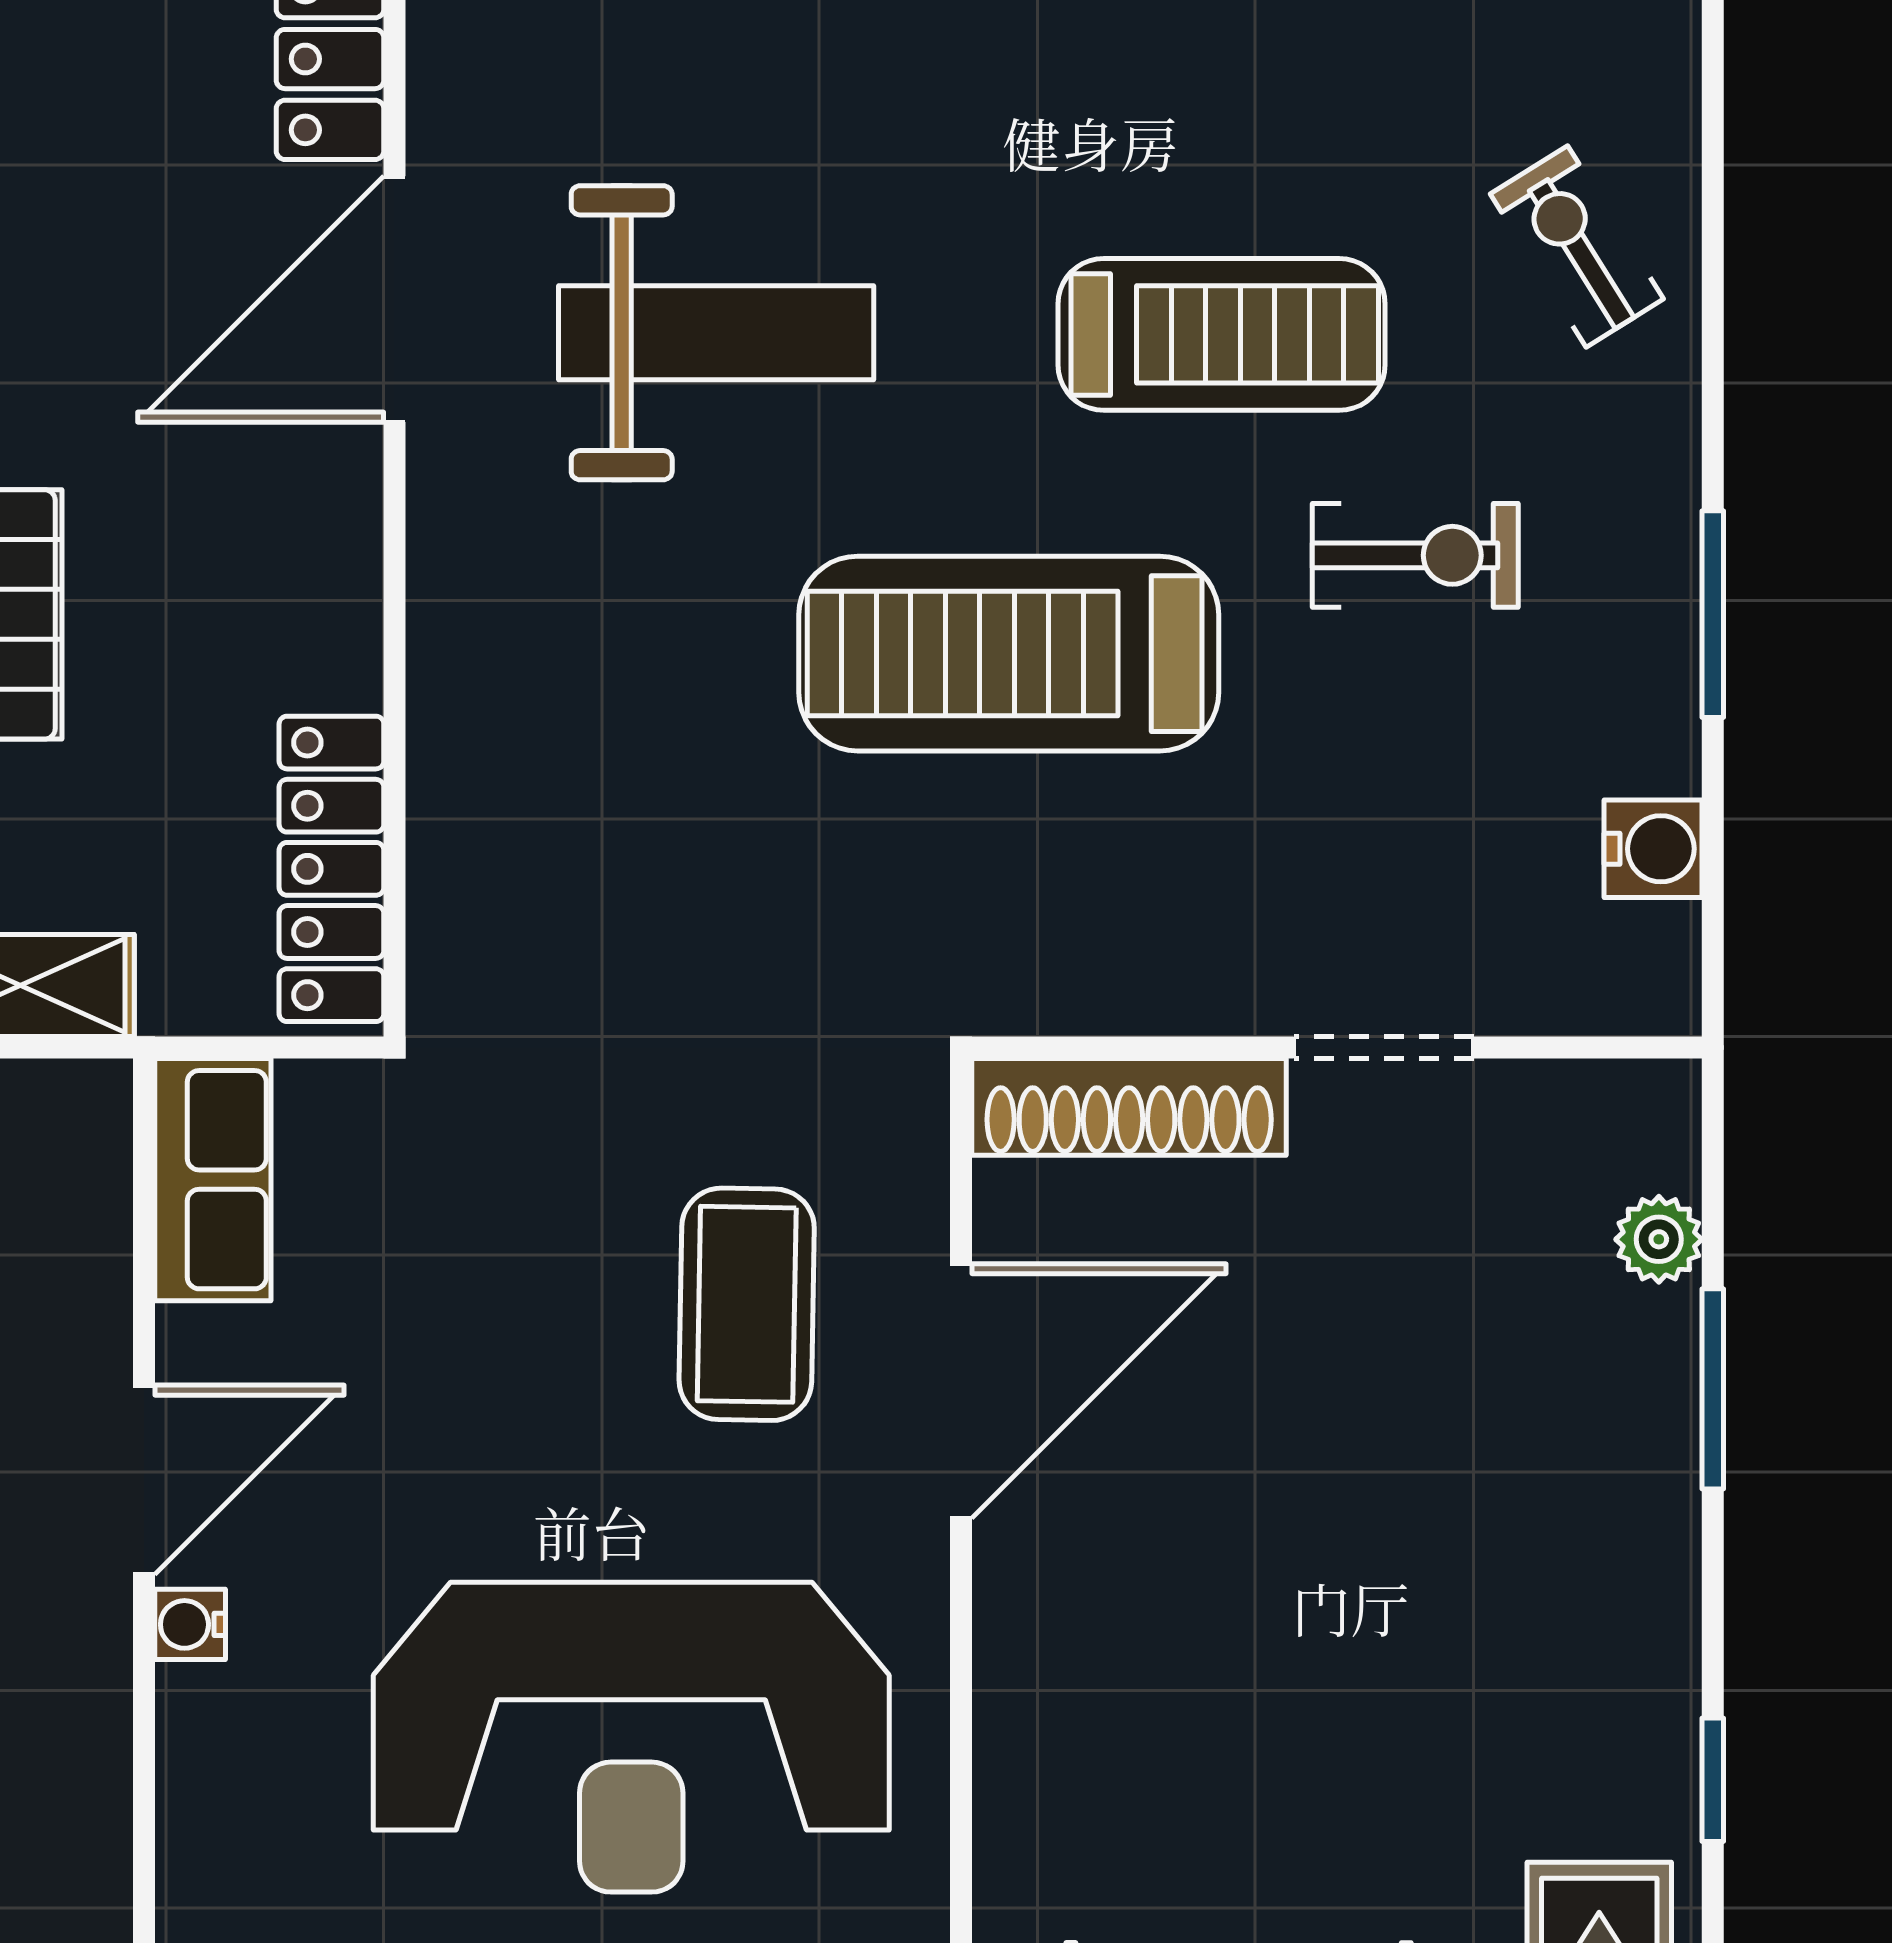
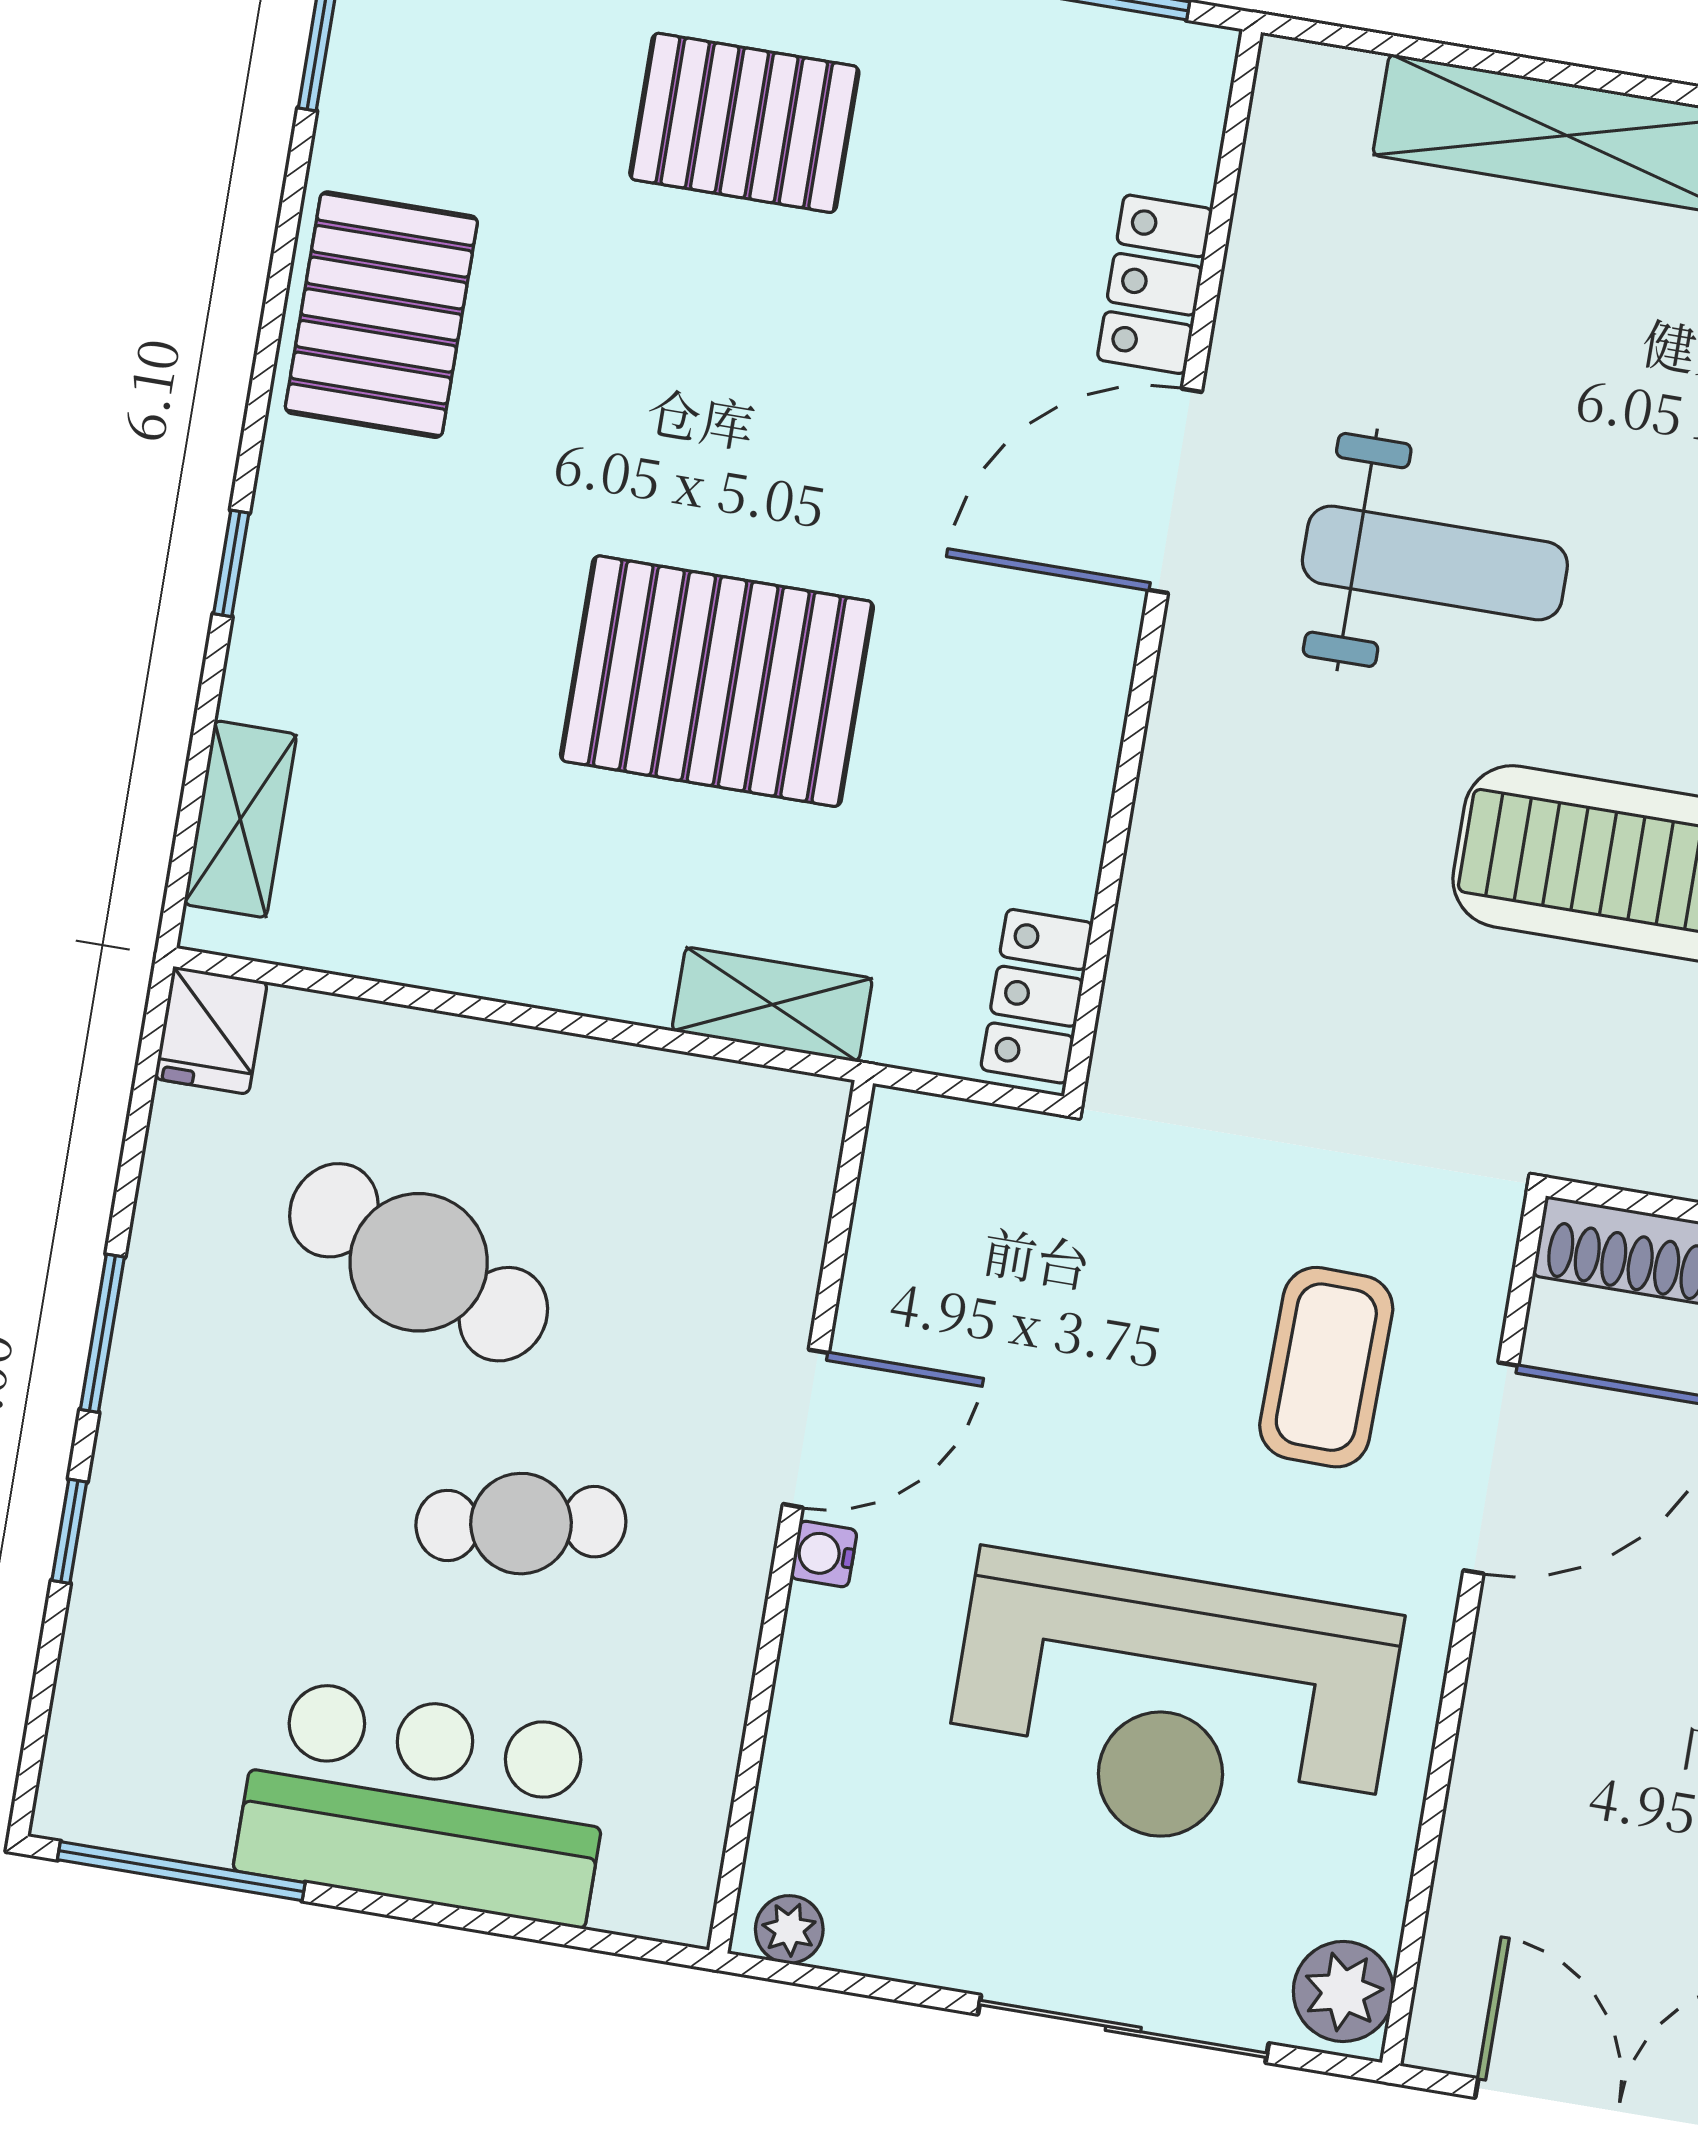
locker: (331, 869) -> (1037, 996), width x0.66
row of seats: (213, 1180) -> (904, 1191), removed

